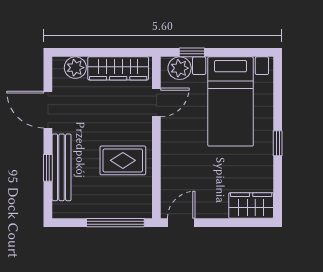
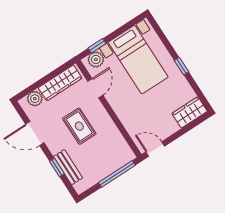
rug: (123, 160) -> (79, 126), moved, turned 90
bench: (62, 167) -> (68, 167), width x0.73
door: (181, 223) -> (155, 149), hinge flipped

